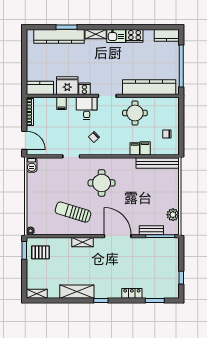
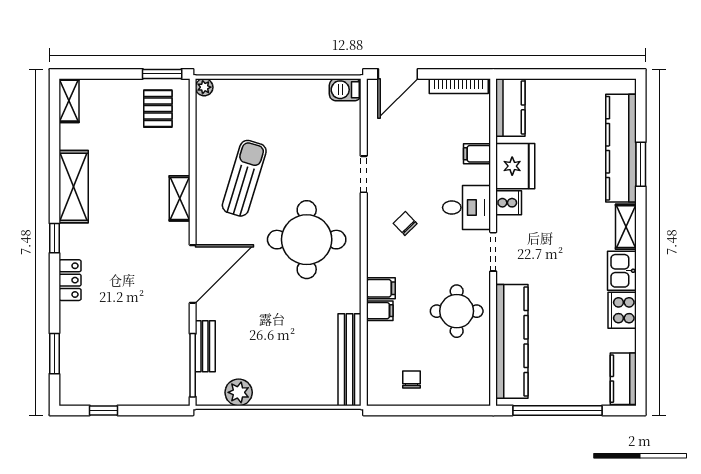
filing cabinet: (145, 148) -> (381, 288), moved
round table: (102, 183) -> (307, 240), width x1.36, depth x1.36
locker: (132, 293) -> (70, 280), moved

